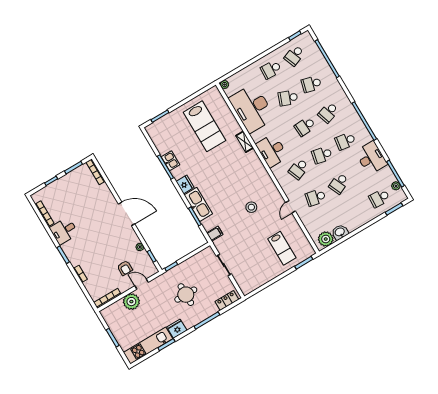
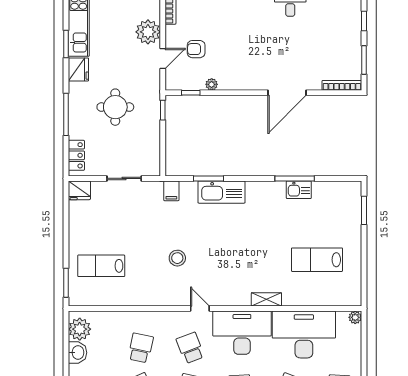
lab bench: (204, 126) -> (317, 260), width x0.73, depth x0.72
desk: (272, 151) -> (242, 333), width x1.36, depth x1.30
fridge: (185, 184) -> (79, 190), moved
door: (290, 207) -> (200, 309), moved
door: (127, 214) -> (287, 93), moved

